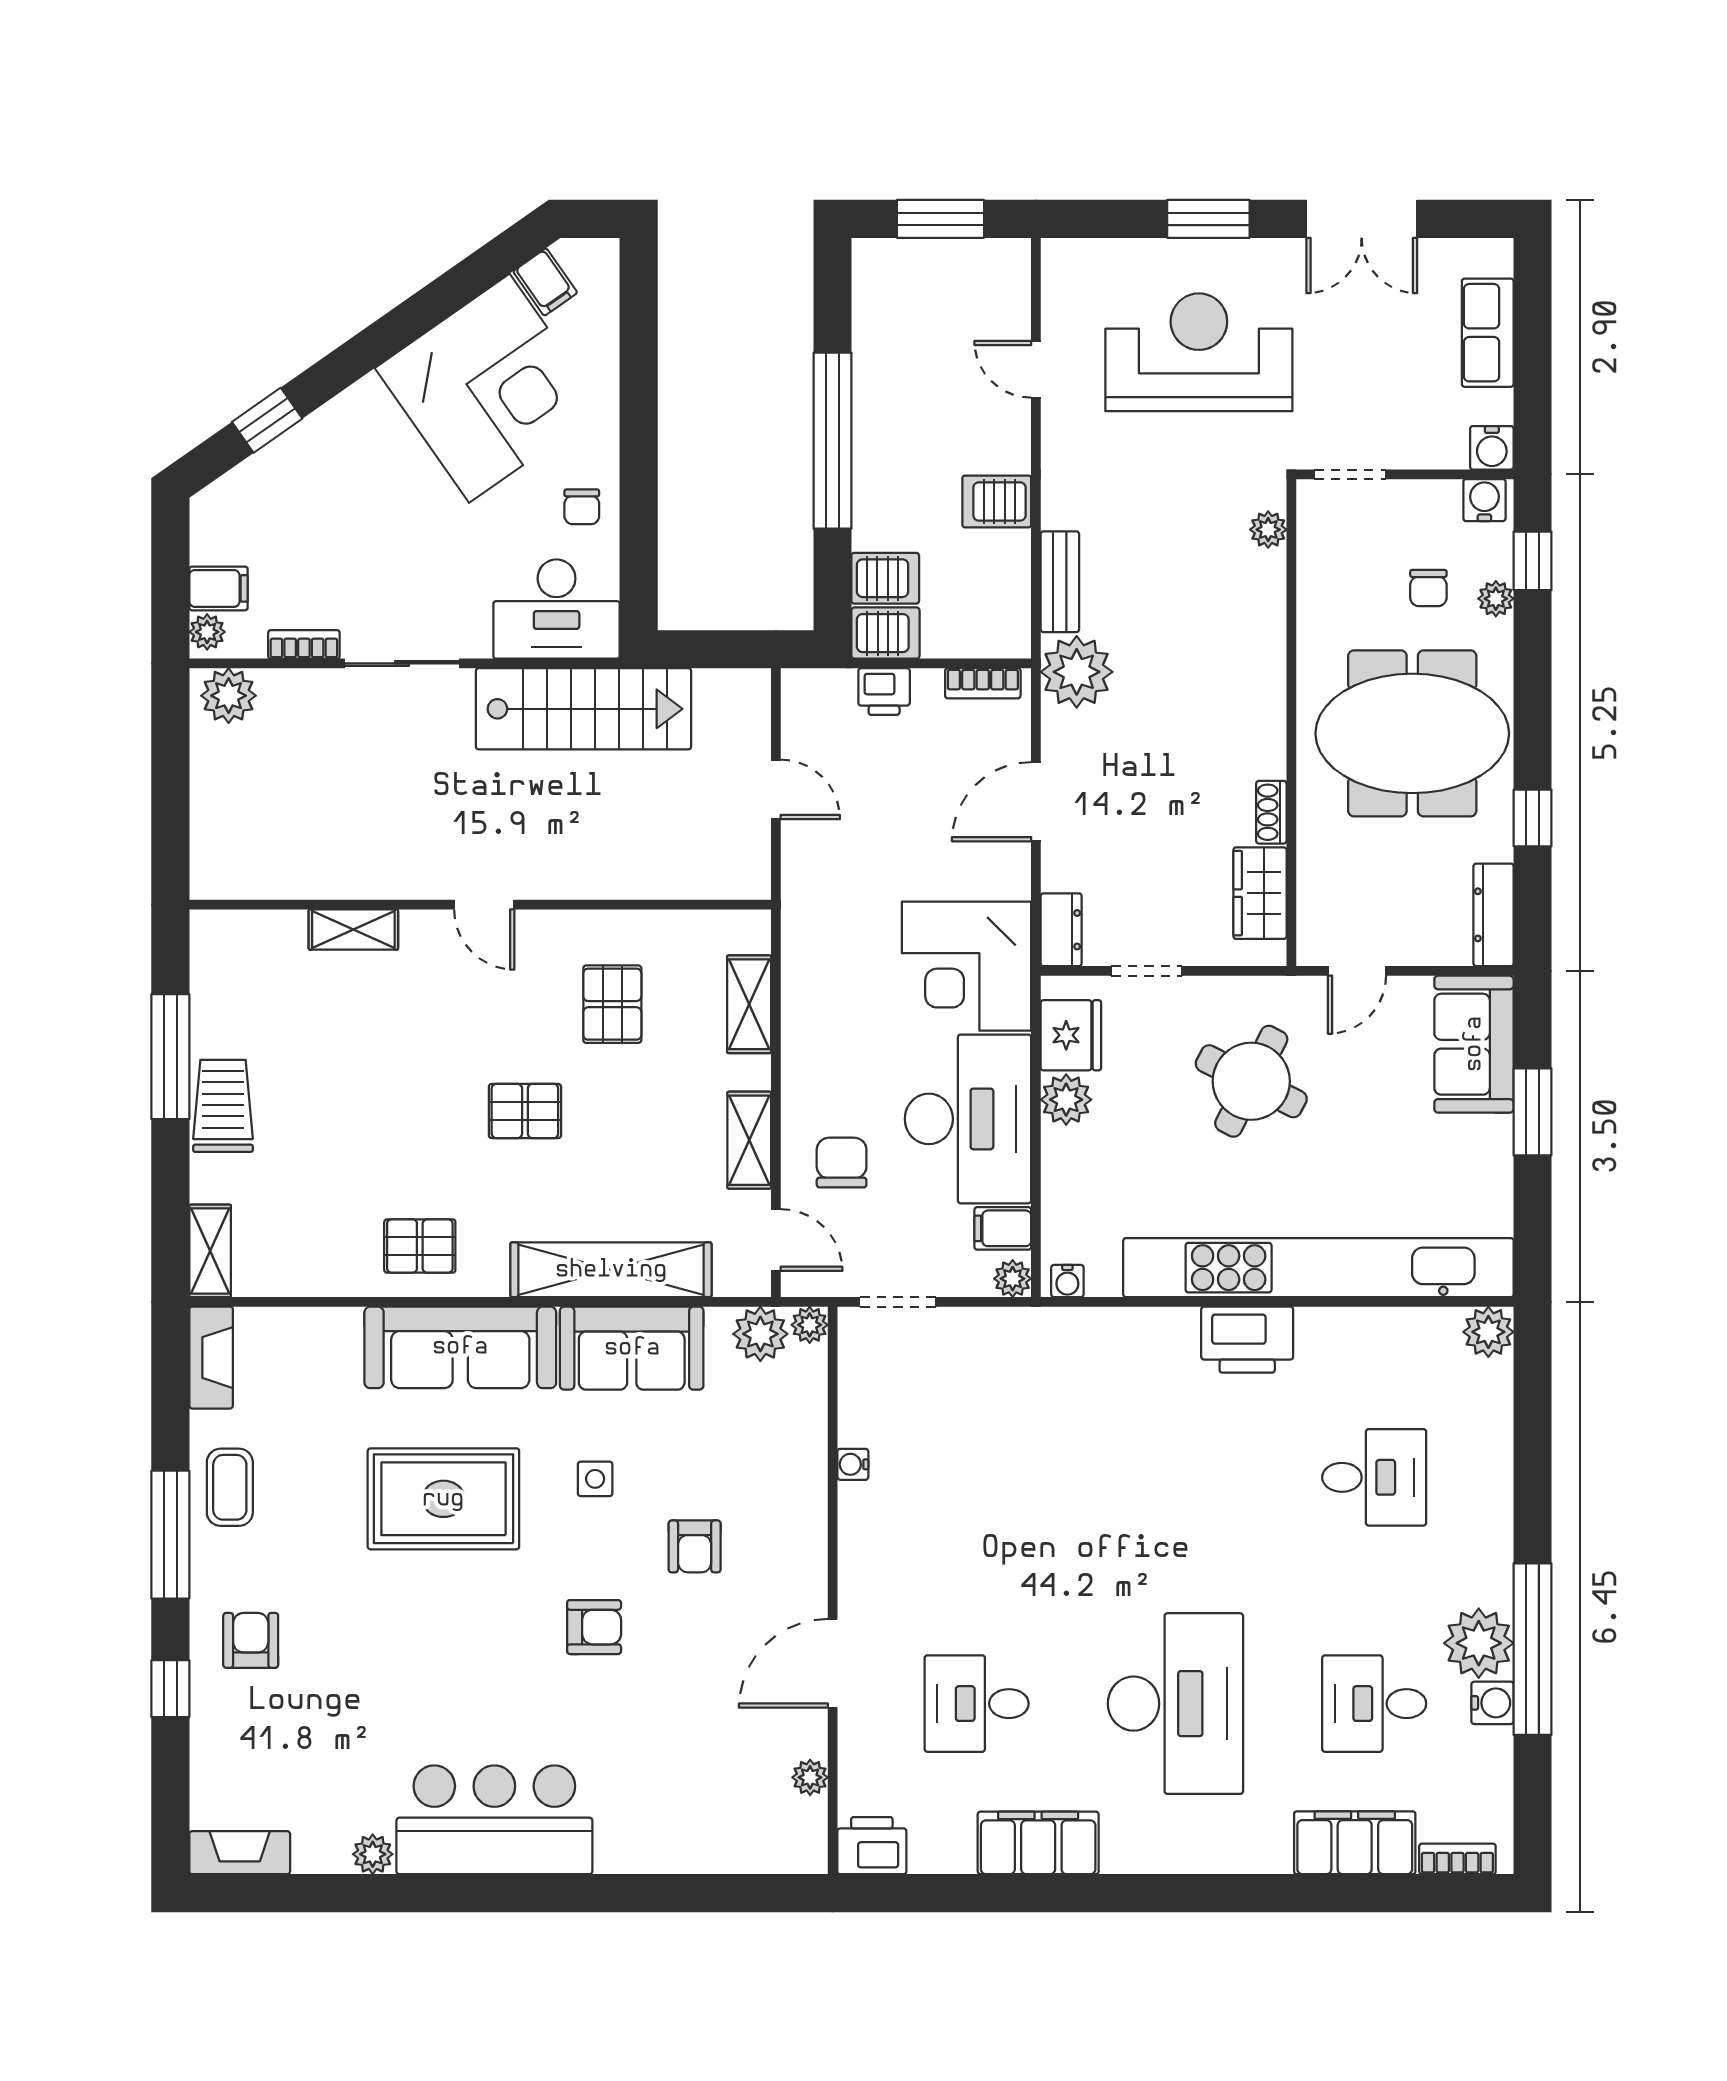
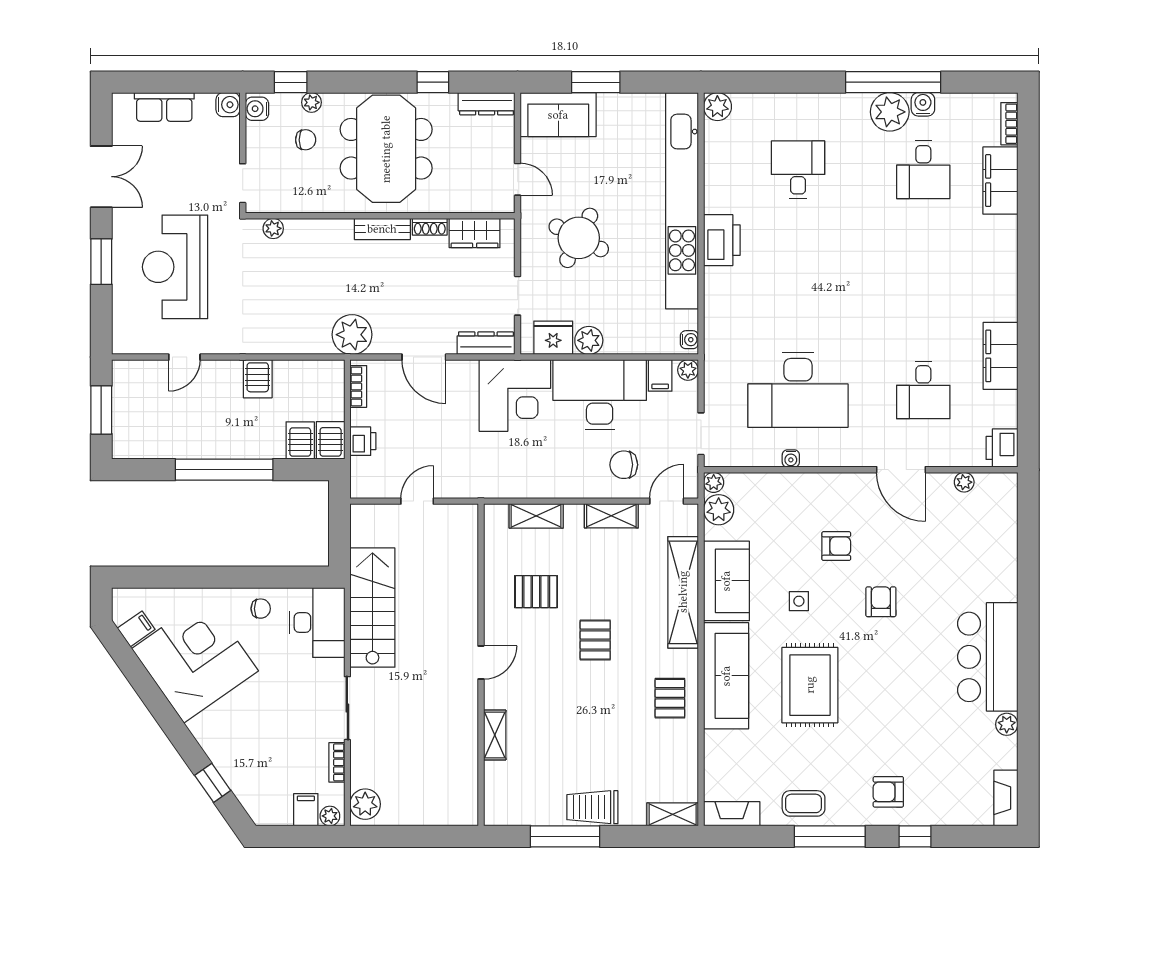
bench: (1060, 582) -> (382, 229), moved
dresser: (1061, 930) -> (486, 343), width x1.44
desk: (1175, 1704) -> (798, 390), moved, turned 180

